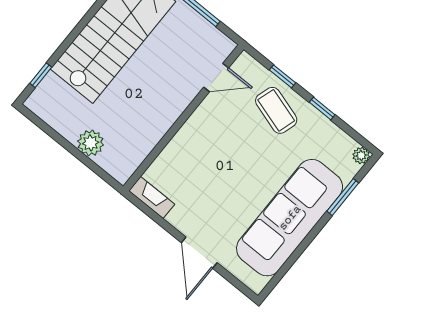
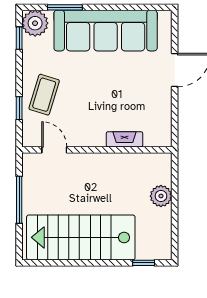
window: (322, 108) -> (19, 38), moved
plant: (361, 156) -> (35, 23), width x1.87, depth x1.87
fireplace: (152, 197) -> (124, 139), moved, turned 90

